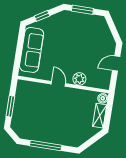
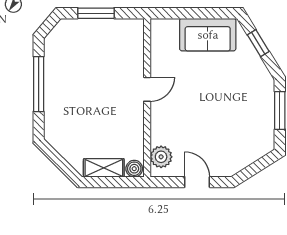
sofa: (32, 50) -> (208, 35), width x0.73
plant: (79, 79) -> (161, 157), moved

